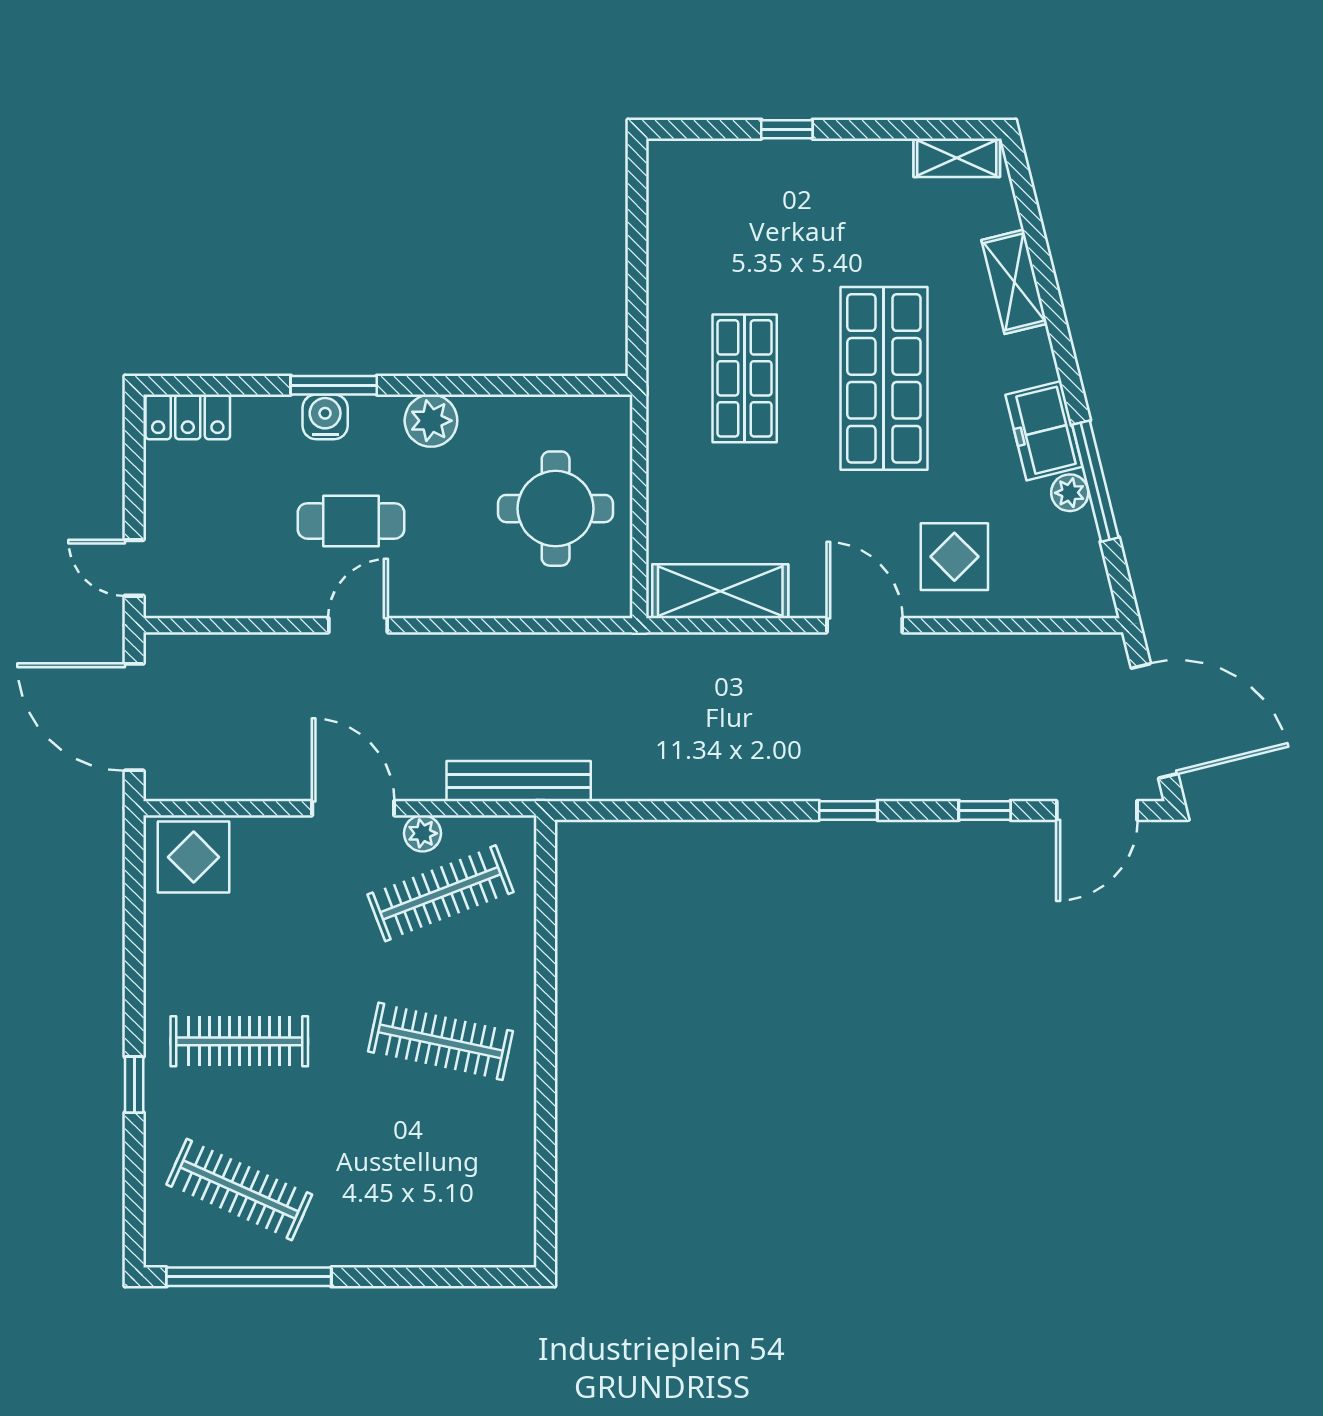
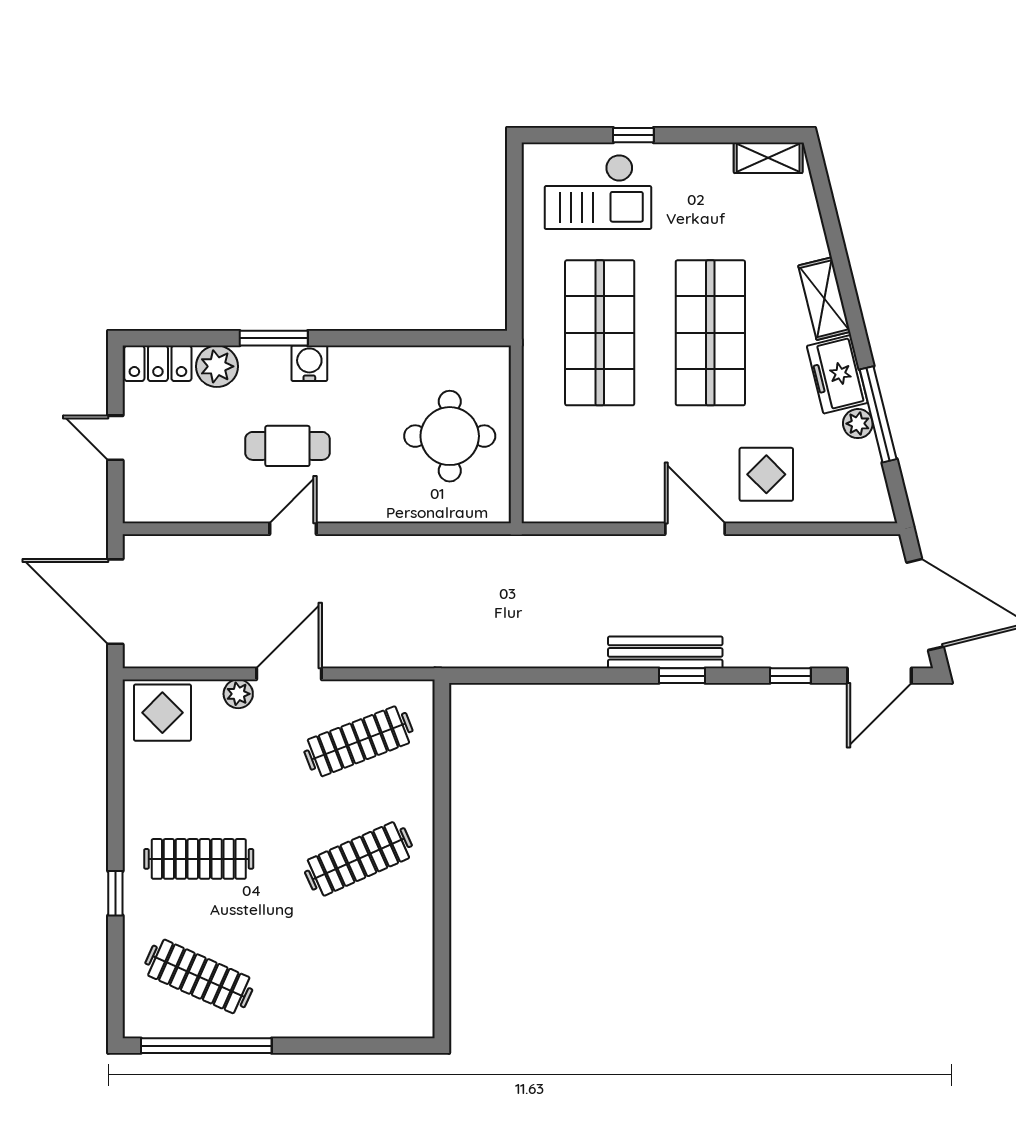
checkout: (742, 201) -> (598, 192), added
shelving: (1014, 282) -> (824, 299), moved
shop shelf: (745, 378) -> (600, 333), width x1.43, depth x1.36
water cooler: (325, 417) -> (309, 363), moved
plant: (431, 421) -> (217, 366), moved
door: (134, 568) -> (115, 438), moved
shelving: (720, 591) -> (580, 502), removed
bench: (519, 781) -> (665, 652), moved
door: (353, 808) -> (289, 674), hinge flipped
plant: (423, 833) -> (238, 694), moved
clothes rail: (441, 1041) -> (358, 859), turned -36

